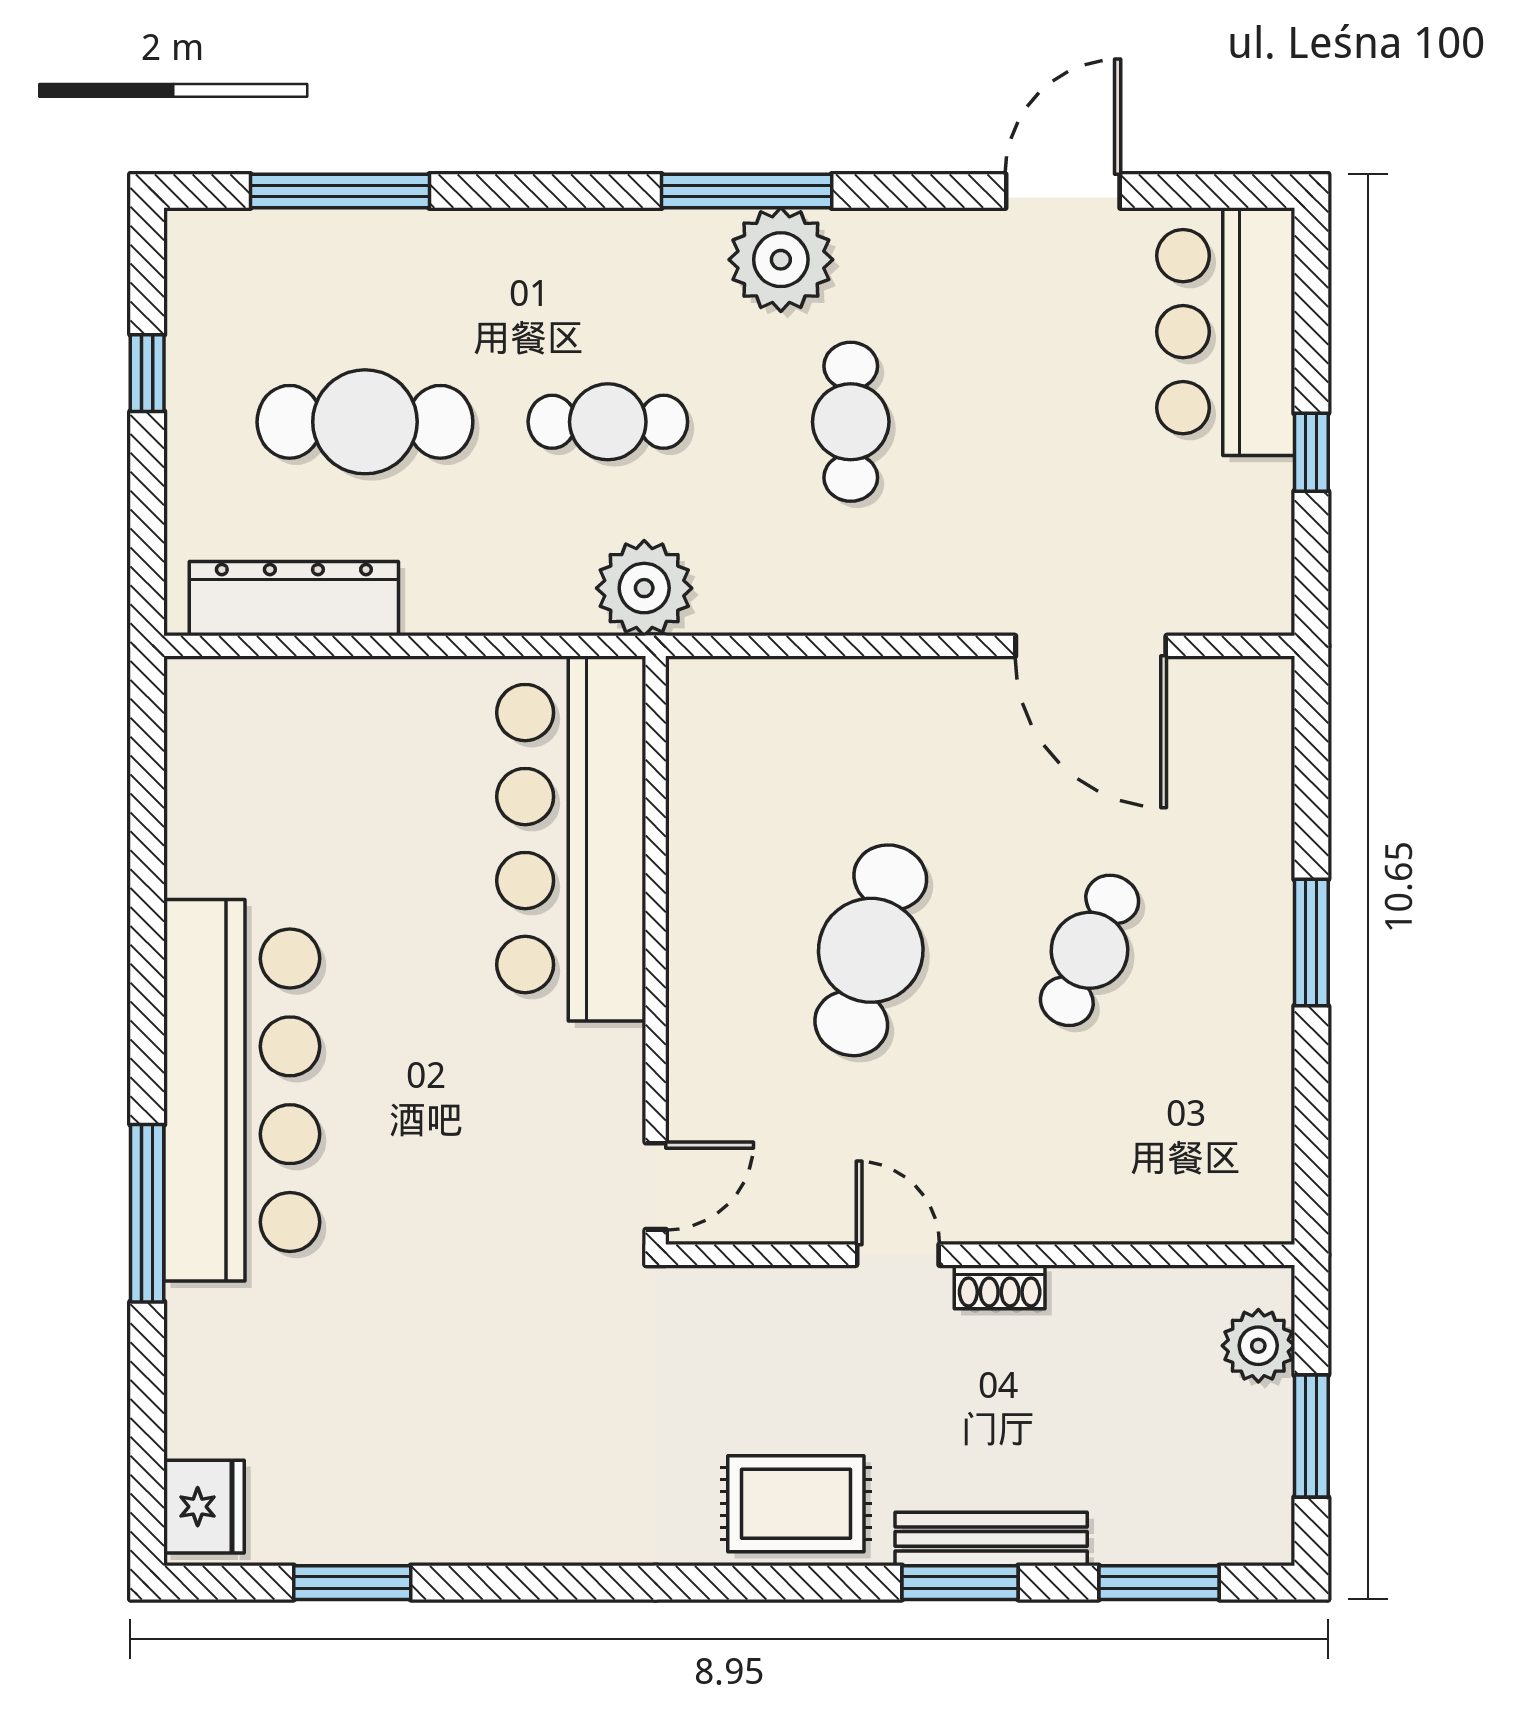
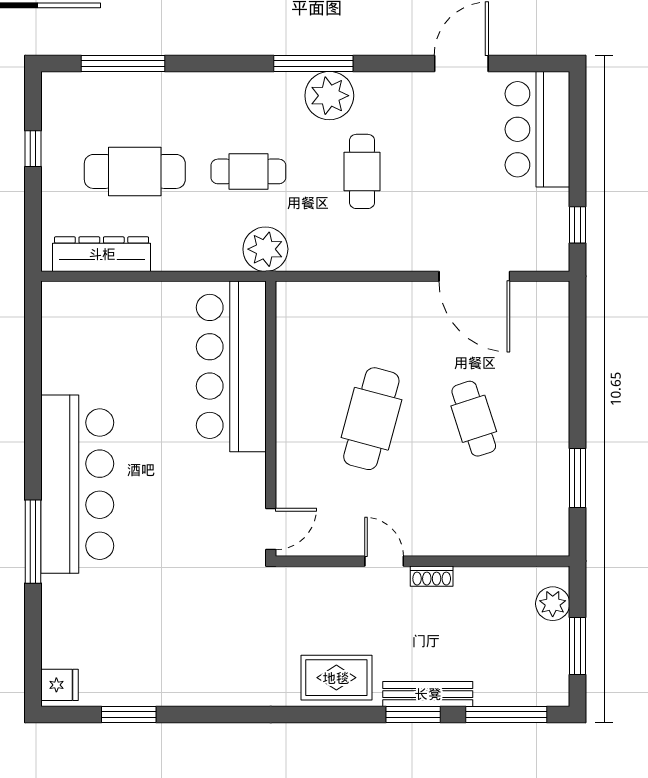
window: (1311, 452) -> (577, 225), moved
window: (1311, 943) -> (577, 478), moved
cafe table: (1090, 950) -> (474, 419), turned -42
fridge: (204, 1507) -> (59, 685), width x0.72
window: (1159, 1583) -> (506, 714), width x1.44

